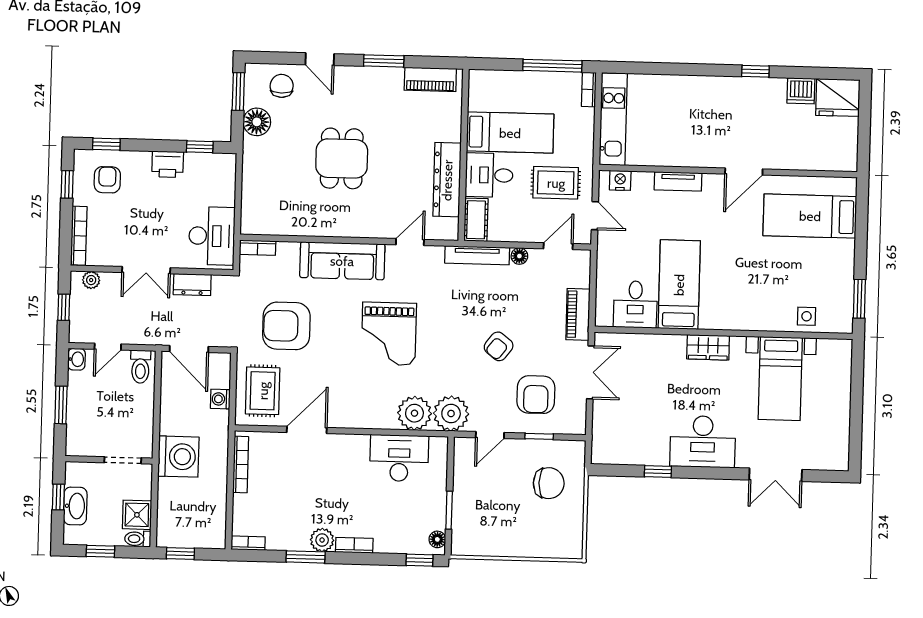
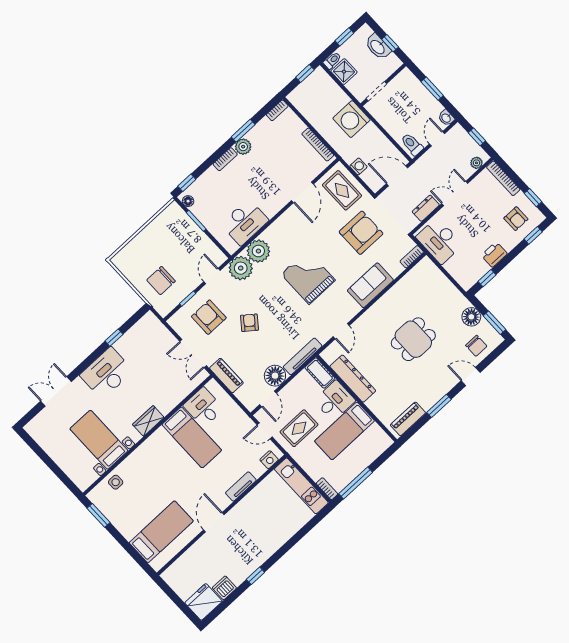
dining table: (342, 158) -> (413, 339), turned 90
floor lamp: (519, 256) -> (275, 376), width x1.89, depth x1.89
sofa: (342, 261) -> (370, 285), width x0.73

